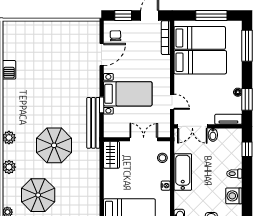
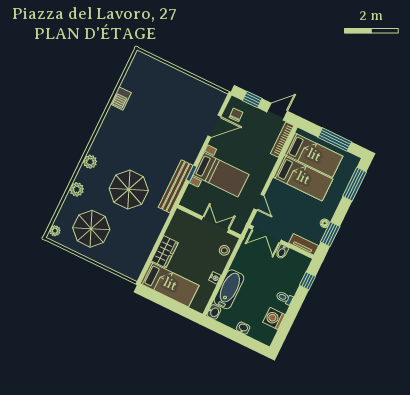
wardrobe: (111, 155) -> (165, 252), moved
bathtub: (183, 172) -> (229, 289), moved

